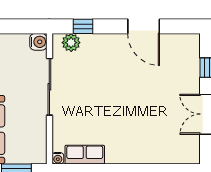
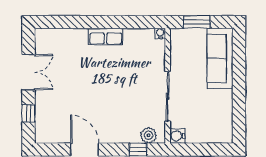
row of seats: (85, 155) -> (106, 37), moved

